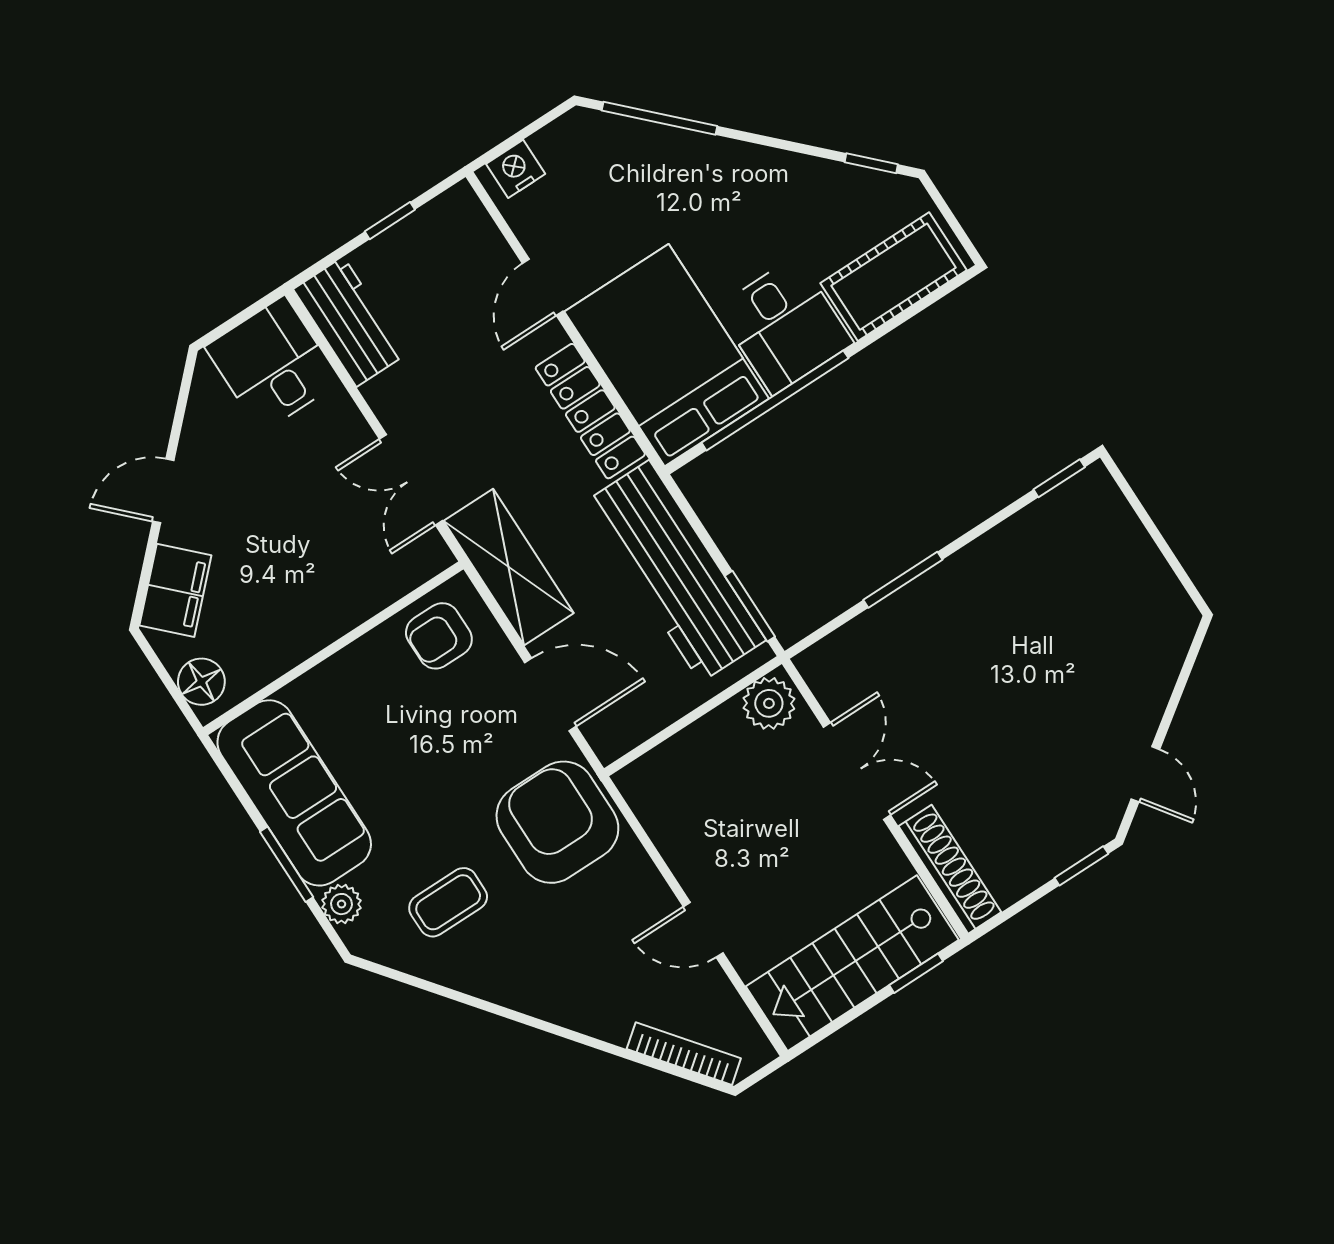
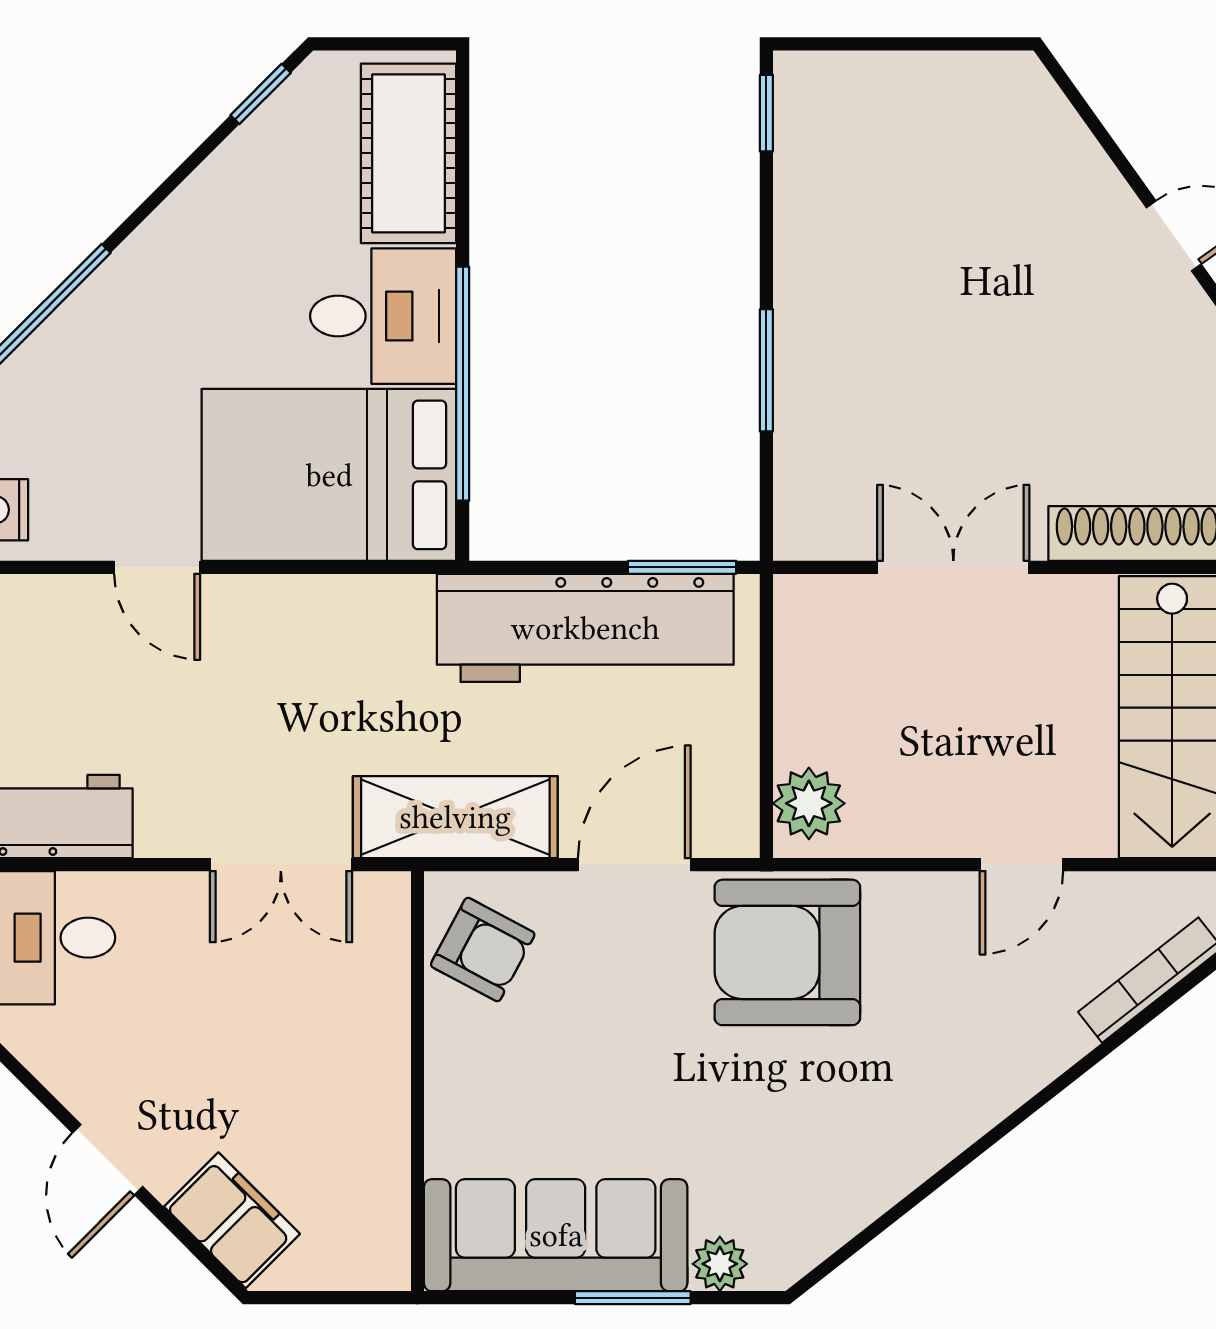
locker: (590, 411) -> (336, 605), removed
armchair: (439, 636) -> (483, 950), turned -62
floor lamp: (201, 682) -> (357, 1259), removed
plant: (769, 703) -> (809, 803), moved
coffee table: (448, 902) -> (798, 1139), removed

